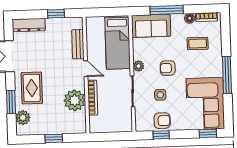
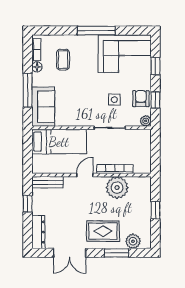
bench: (78, 44) -> (48, 182), moved
plant: (139, 66) -> (146, 121), moved
armchair: (168, 68) -> (87, 91), removed
window: (208, 133) -> (155, 66), moved

